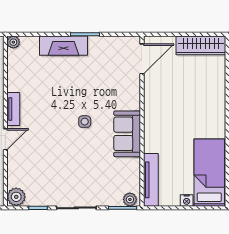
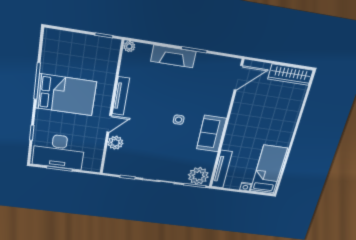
tv unit: (13, 109) -> (121, 96), width x1.41
plant: (16, 197) -> (115, 143), moved
plant: (130, 199) -> (198, 176), width x1.87, depth x1.87

